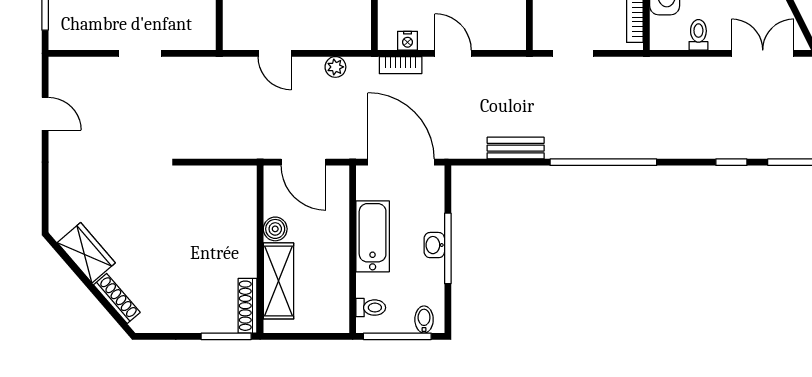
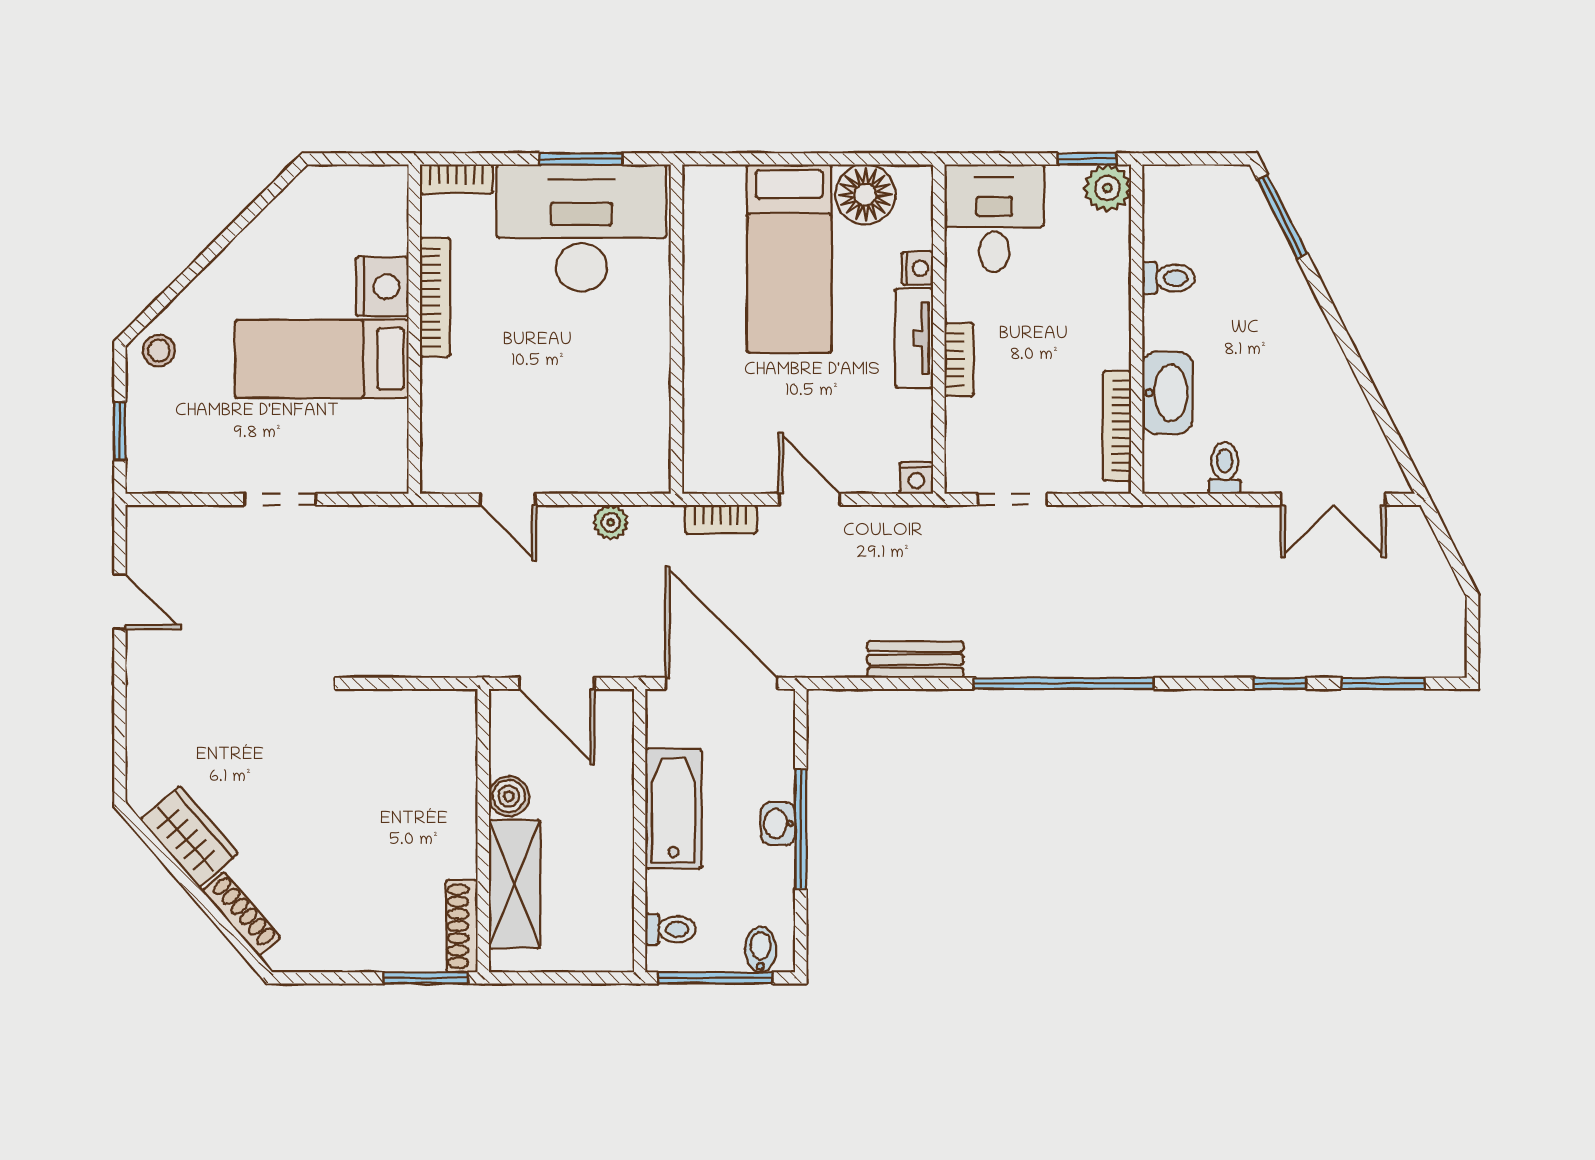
nightstand: (408, 41) -> (916, 478), moved
double door: (763, 53) -> (1333, 499), swing flipped

